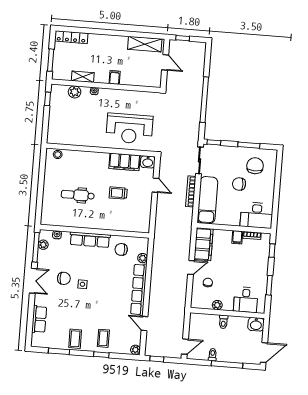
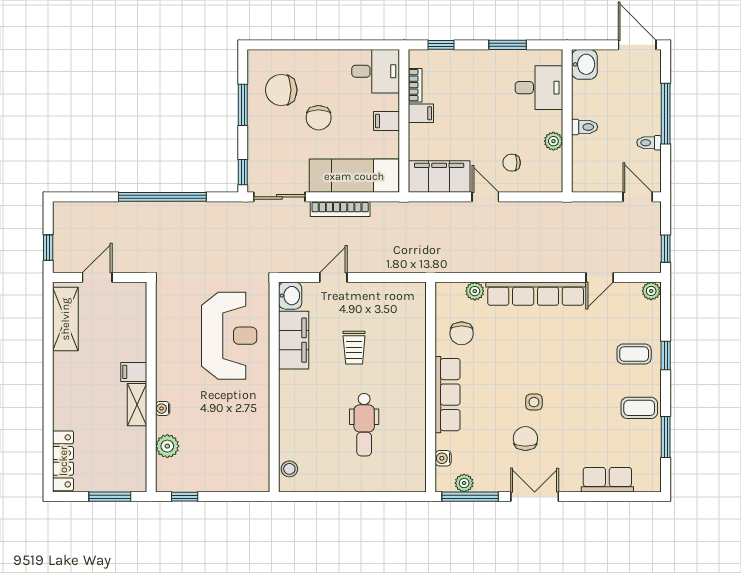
shelving: (83, 77) -> (137, 405), moved
desk: (257, 215) -> (376, 71), width x0.73
filing cabinet: (235, 219) -> (386, 121), added

